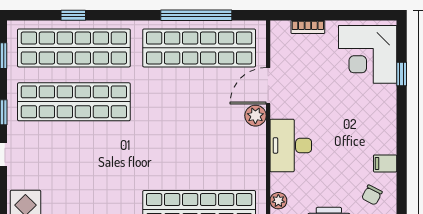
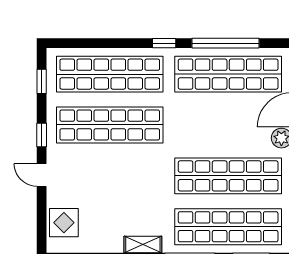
window: (73, 15) -> (164, 43), moved
shop shelf: (199, 156) -> (228, 176), added

